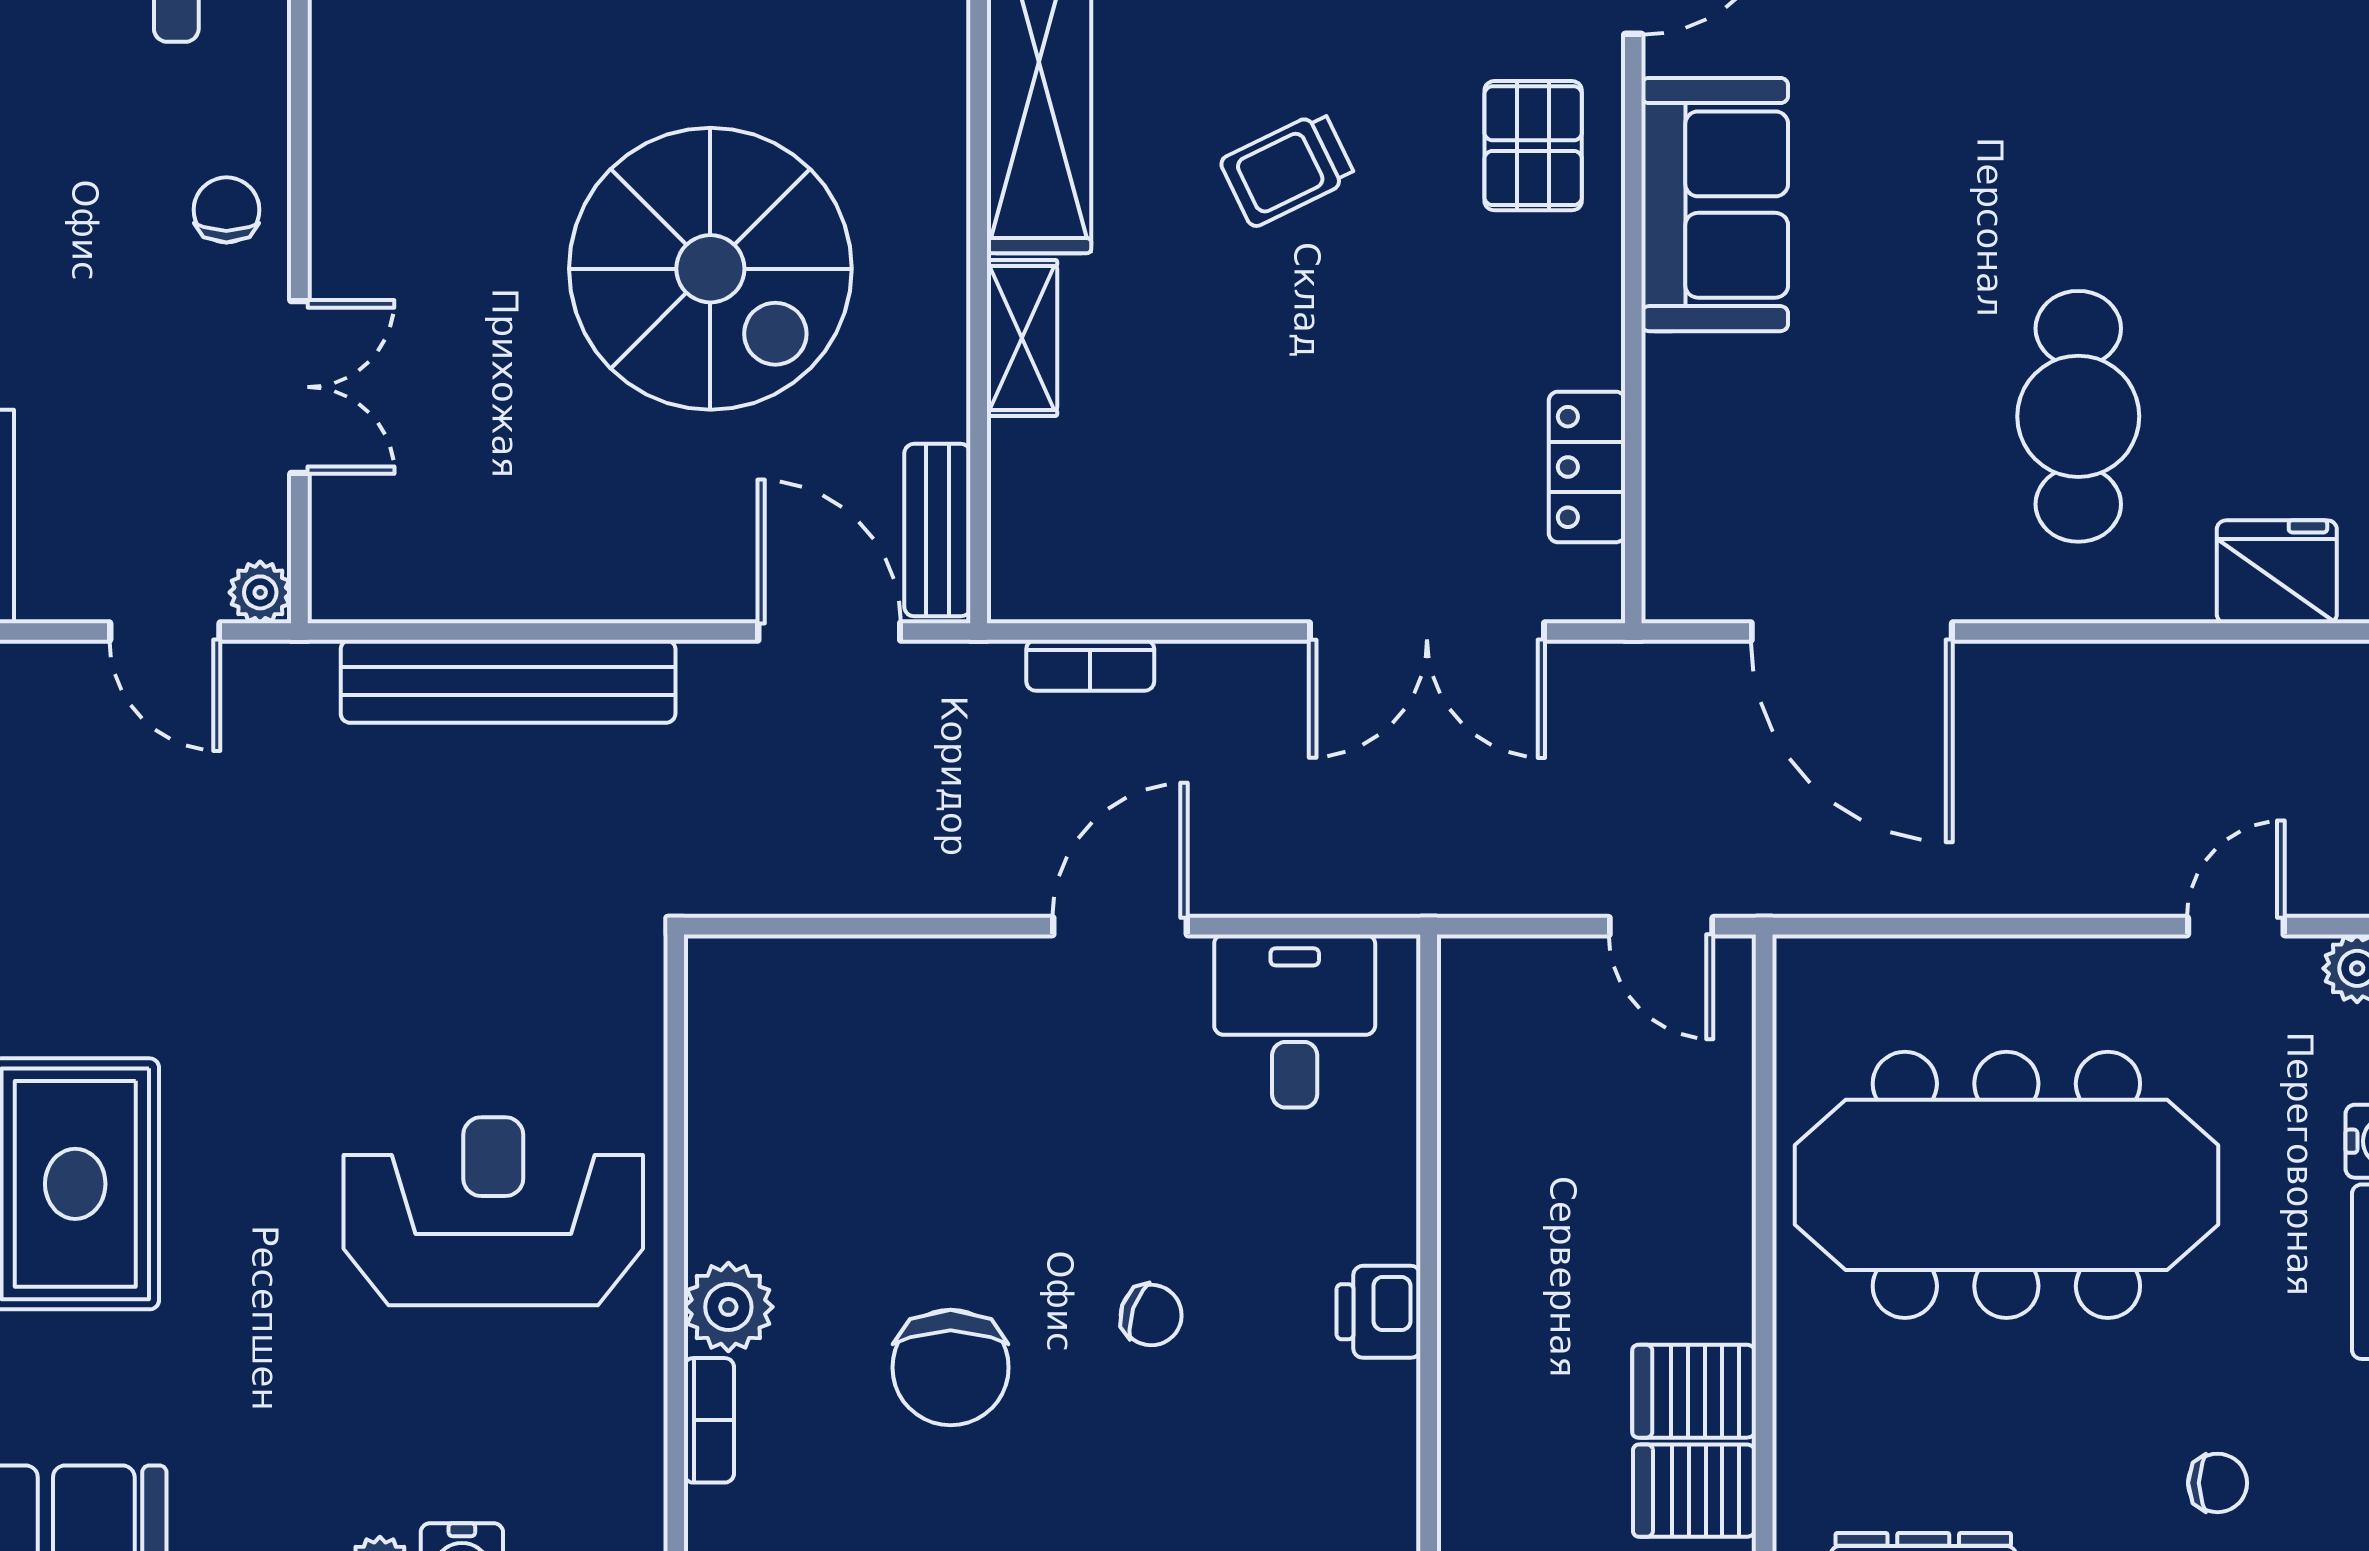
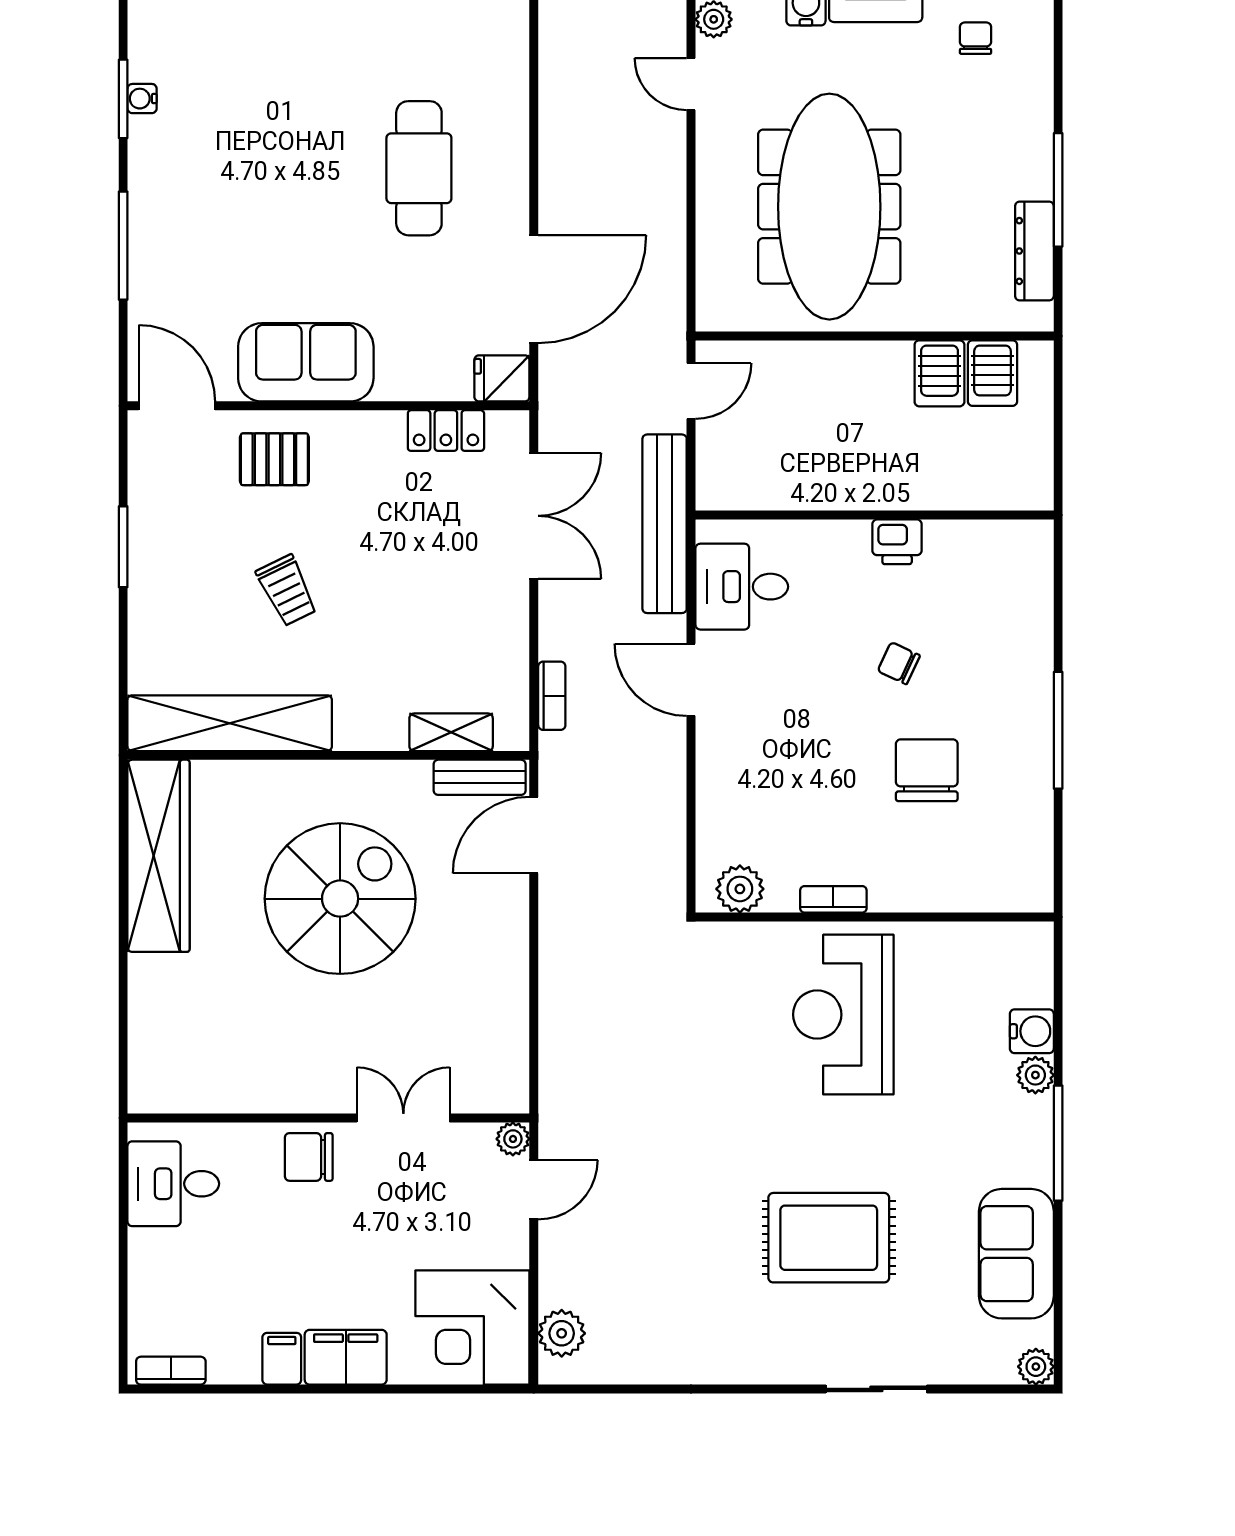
chair: (226, 210) -> (309, 1157), width x1.37, depth x1.37
shelving: (1022, 338) -> (451, 732), moved
cafe table: (2078, 416) -> (419, 168), turned 90
fridge: (2277, 572) -> (502, 378), moved, width x0.72
bench: (508, 681) -> (665, 524), moved
plant: (728, 1307) -> (740, 889), moved
chair: (1151, 1315) -> (899, 663), turned -84
chair: (951, 1367) -> (927, 770), turned -90
bookcase: (709, 1420) -> (833, 899), moved
chair: (2218, 1483) -> (976, 38), moved

